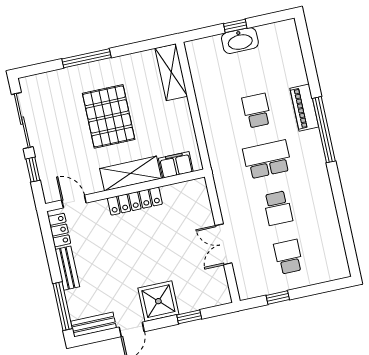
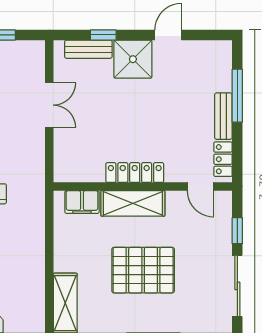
pallet: (109, 116) -> (143, 270), turned 90
window: (63, 306) -> (237, 96), moved
bench: (93, 325) -> (88, 49), moved

